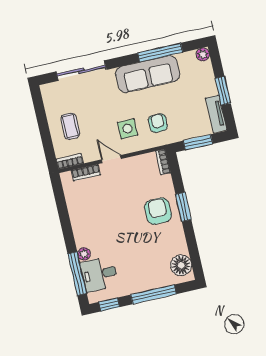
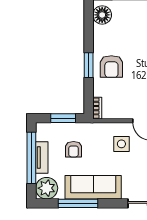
plant: (203, 54) -> (47, 188), width x1.87, depth x1.87
window: (223, 91) -> (31, 158), width x2.11
tv unit: (216, 114) -> (42, 158), moved
armchair: (158, 123) -> (74, 149), moved

